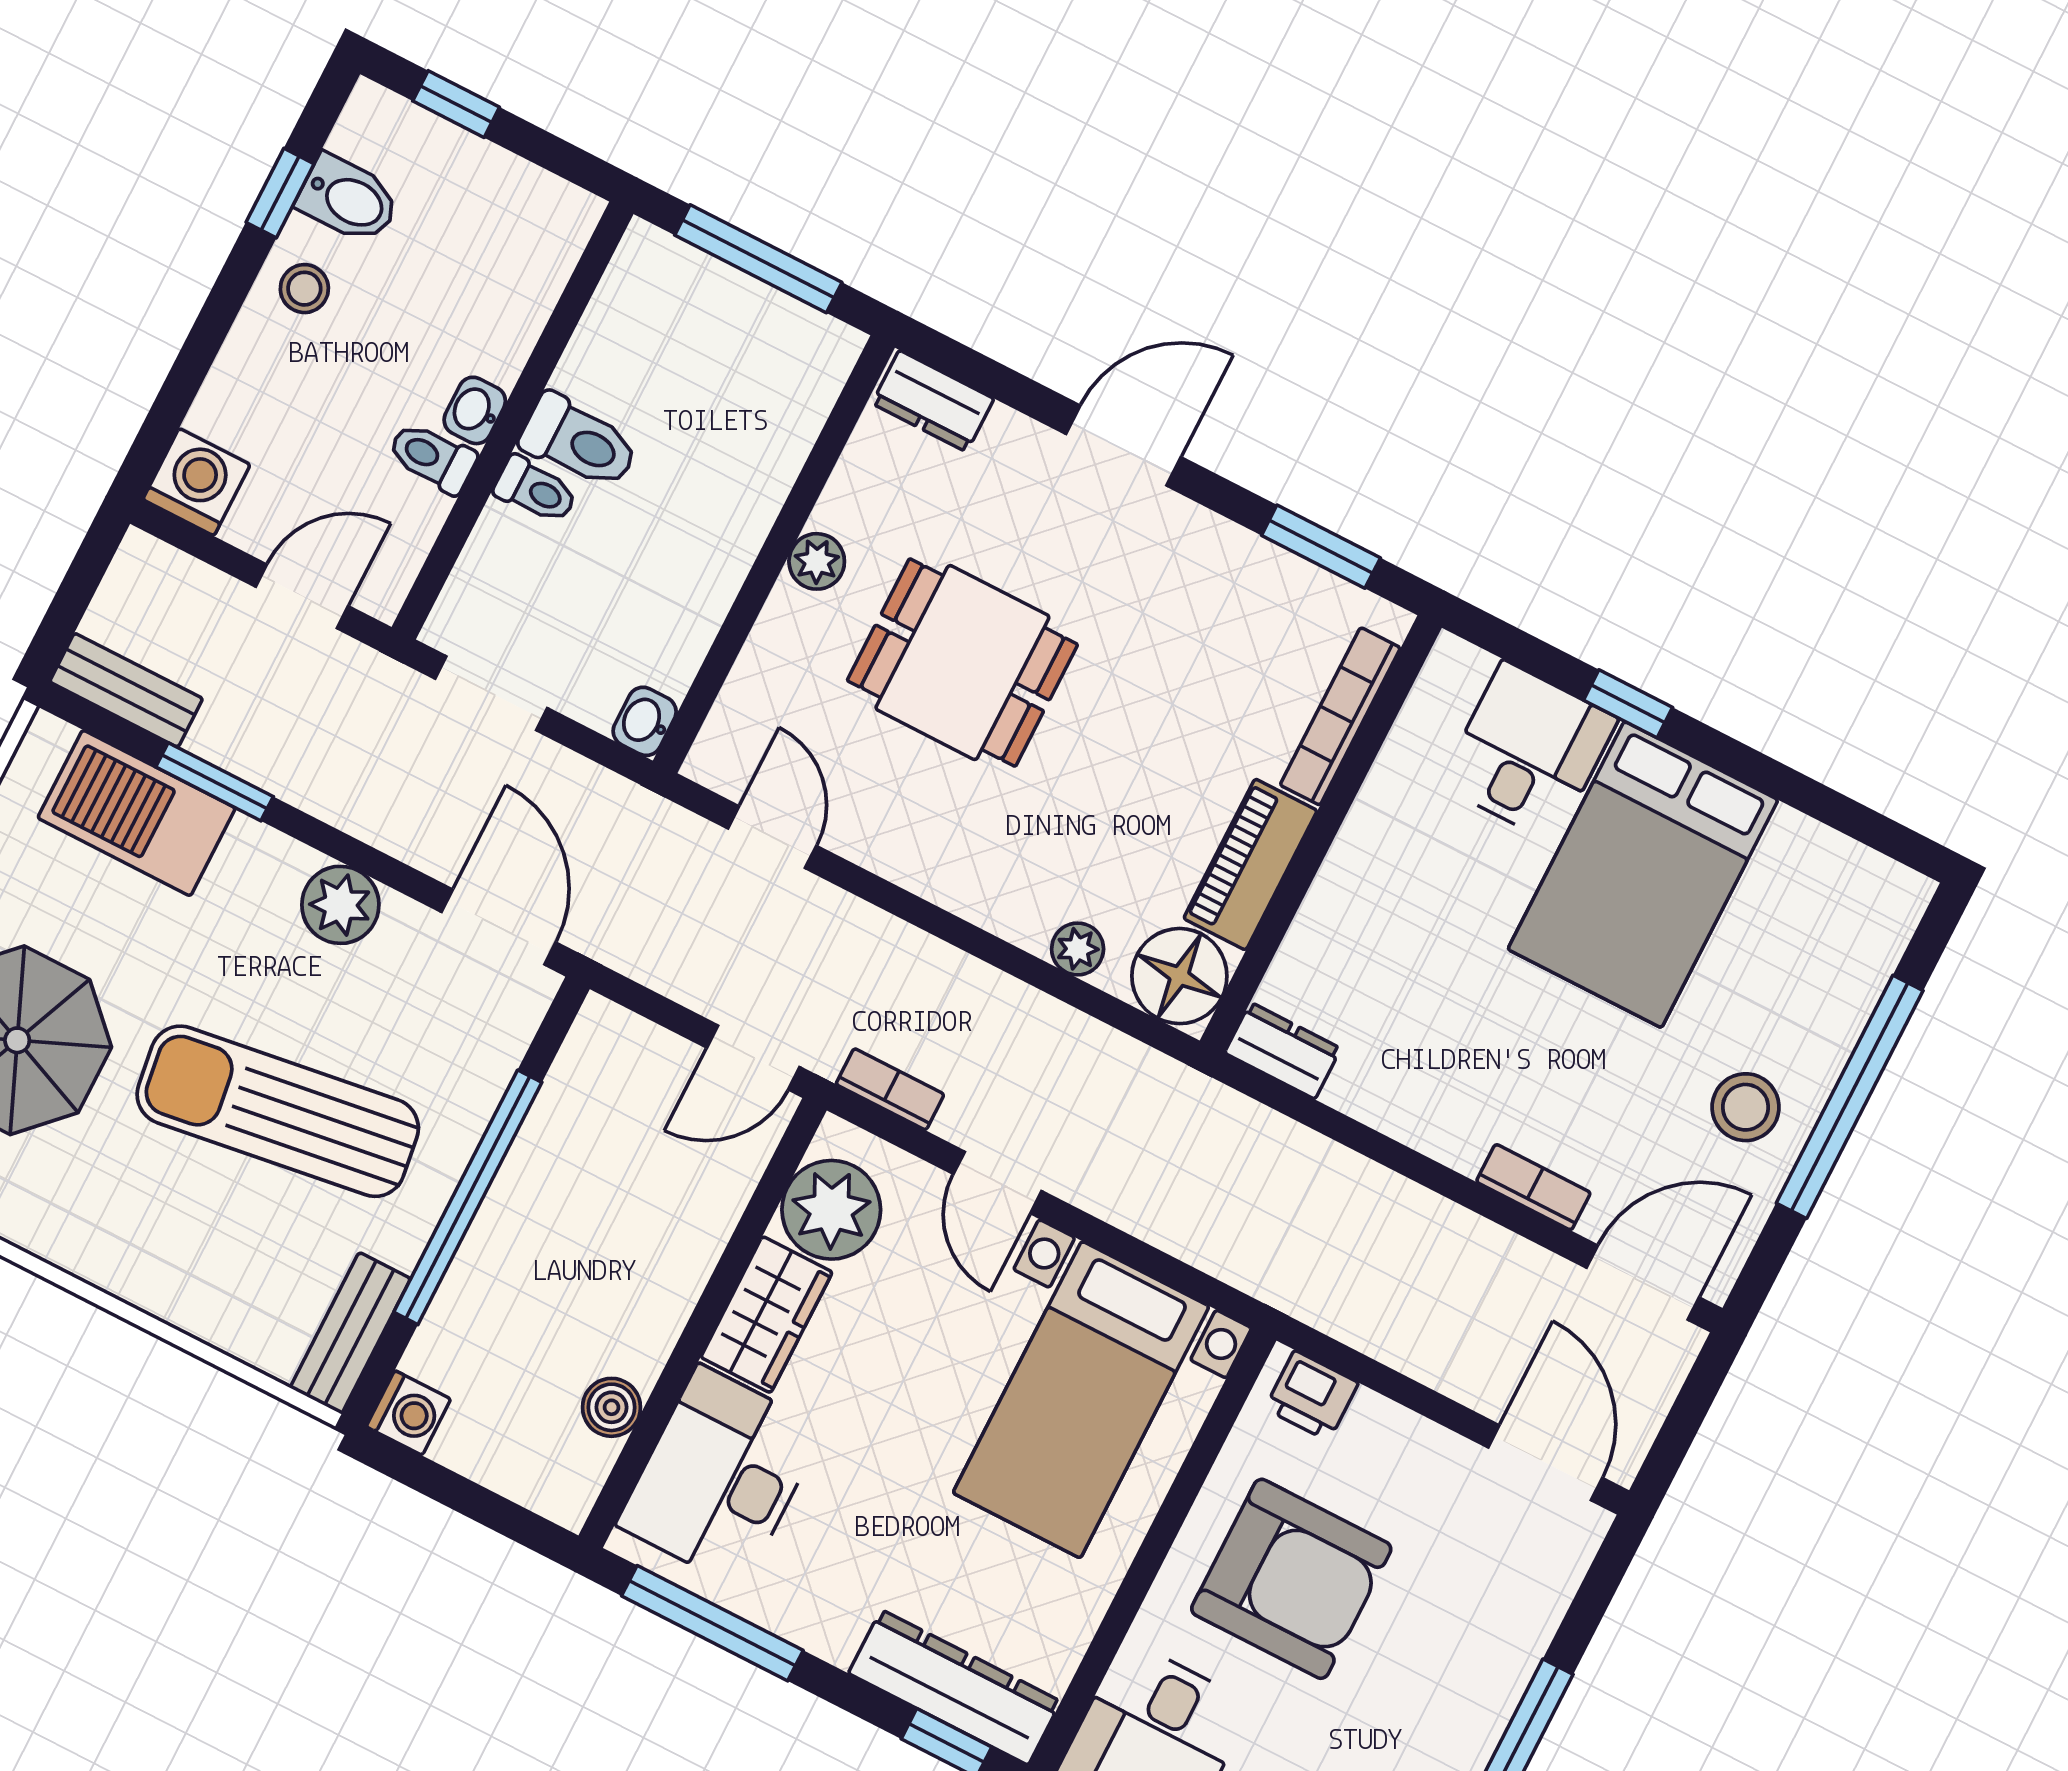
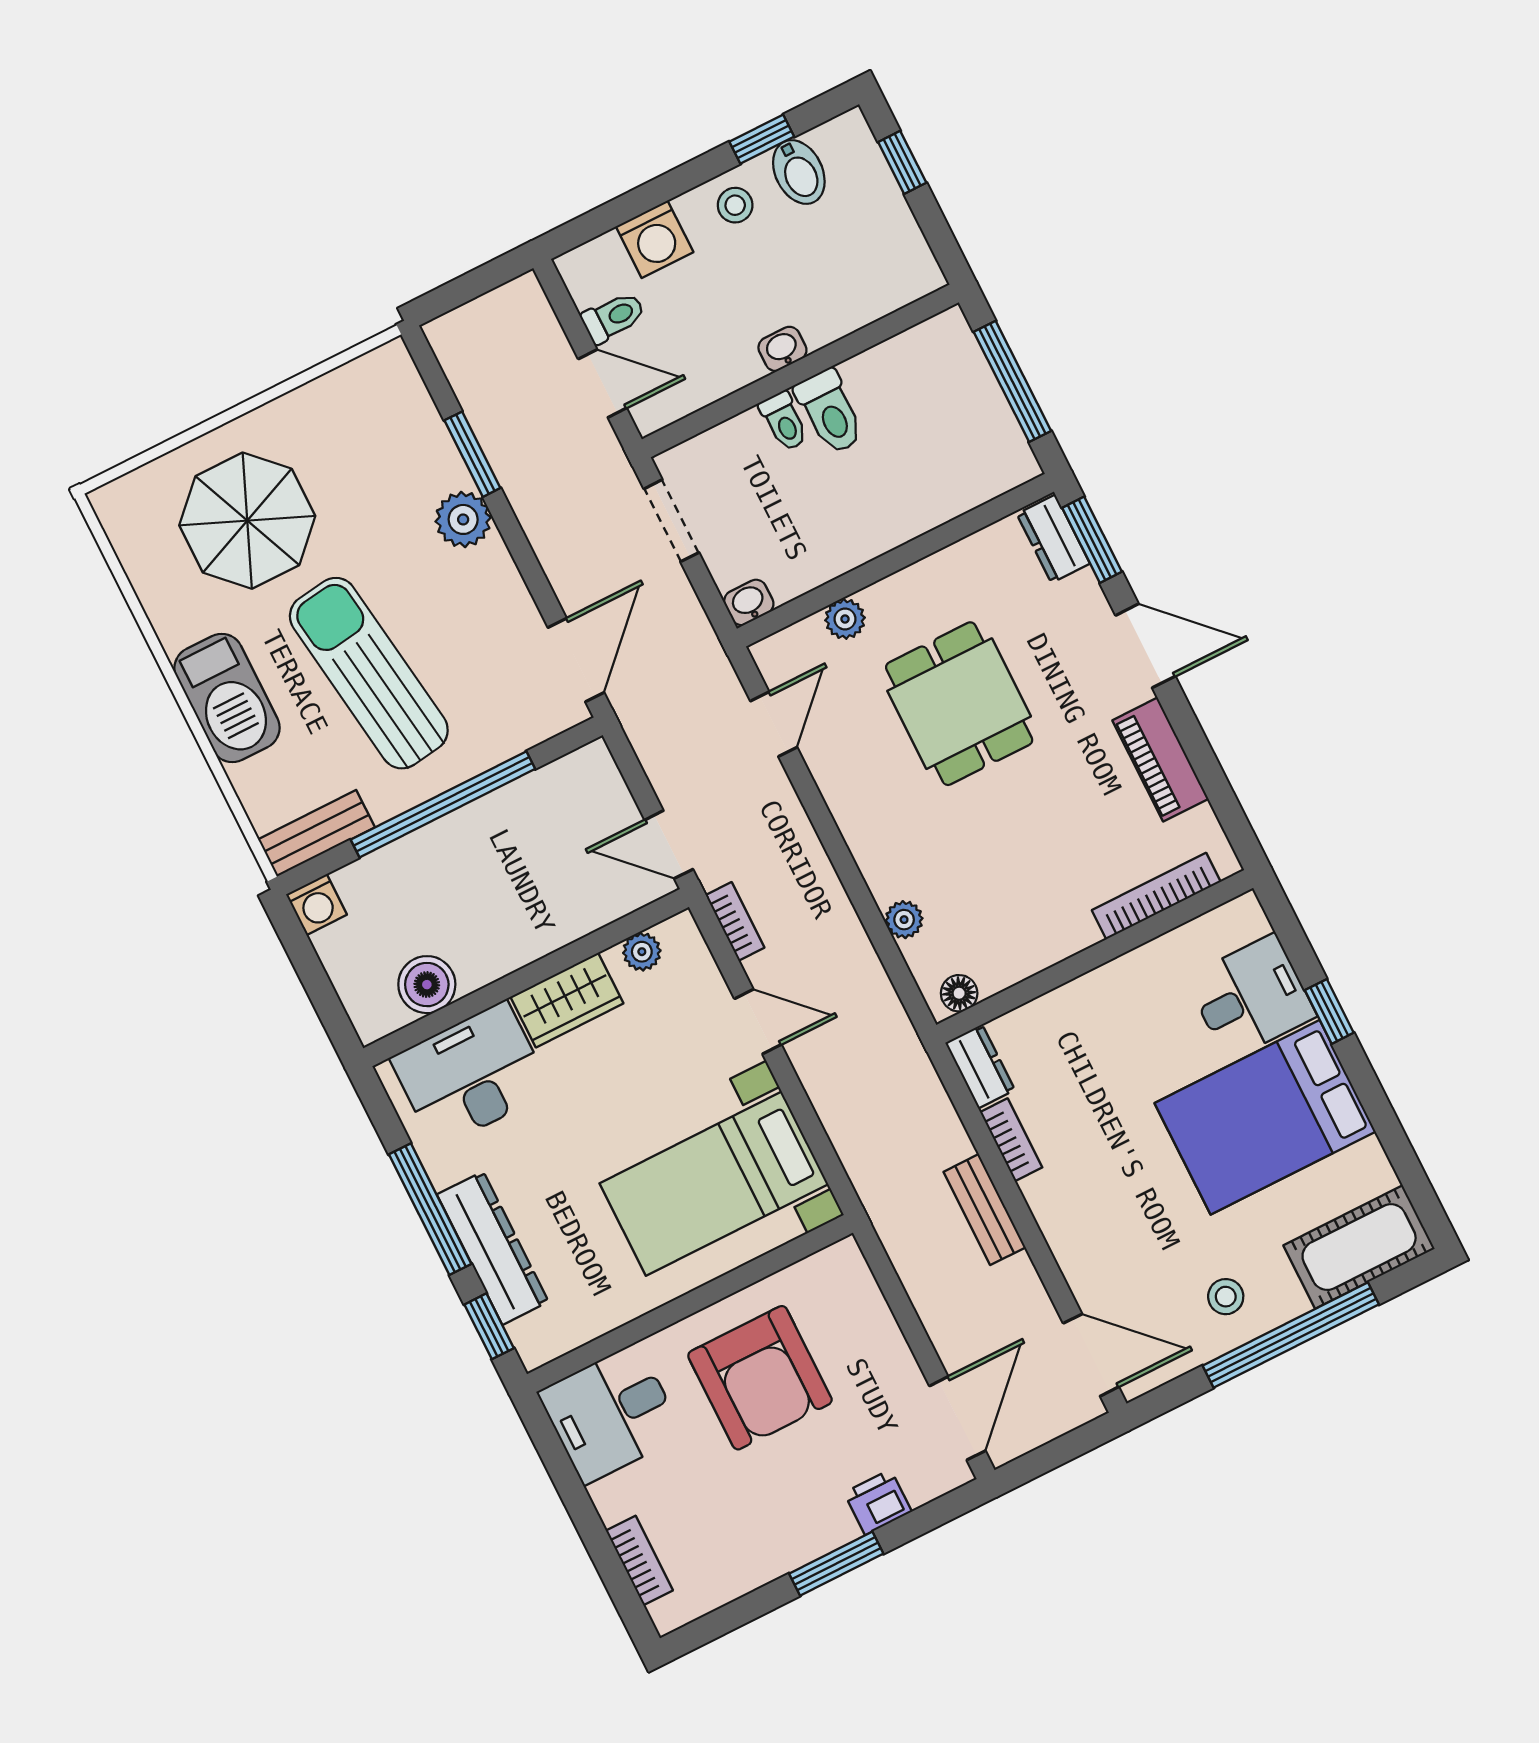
toilet: (432, 457) -> (613, 317), moved, turned 90
washing machine: (196, 482) -> (655, 239), moved, turned 90
window: (1321, 547) -> (1092, 540), moved
plant: (817, 561) -> (845, 619), moved
bench: (126, 690) -> (985, 1210), moved
barbecue: (137, 813) -> (227, 698), moved, turned 180
piano: (1250, 864) -> (1160, 760), moved, turned -90
plant: (340, 905) -> (463, 519), moved
cot: (1854, 943) -> (1359, 1247), added
floor lamp: (1179, 976) -> (959, 993), width x0.53, depth x0.53
stool: (1746, 1107) -> (1226, 1297), width x0.73, depth x0.73
door: (998, 1183) -> (758, 1022), swing flipped
bookcase: (1533, 1187) -> (1011, 1140), moved
plant: (831, 1210) -> (642, 952), width x0.53, depth x0.53
printer: (1312, 1396) -> (878, 1502), moved, turned 90
boiler: (612, 1407) -> (427, 985), width x1.36, depth x1.36
window: (712, 1623) -> (430, 1209), moved
dresser: (955, 1687) -> (493, 1248), moved

